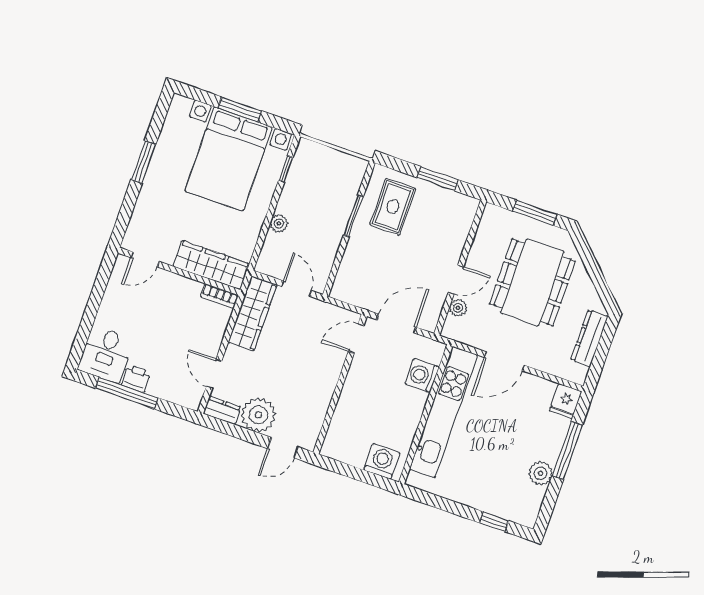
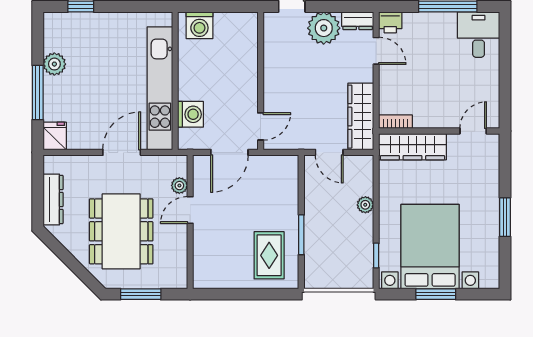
window: (438, 179) -> (238, 294), removed
printer: (136, 378) -> (390, 22), moved

